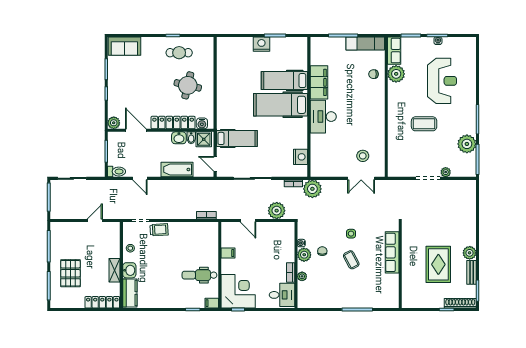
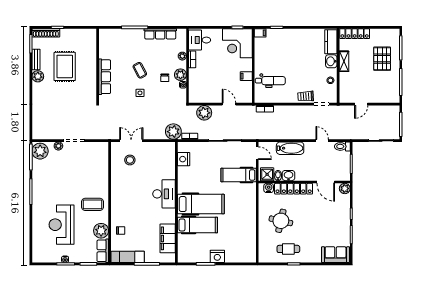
filing cabinet: (319, 82) -> (168, 238), moved
coffee table: (424, 124) -> (93, 204), moved
plant: (467, 144) -> (40, 151), moved
dental chair: (200, 275) -> (270, 81), moved
row of seats: (328, 302) -> (160, 34), added

